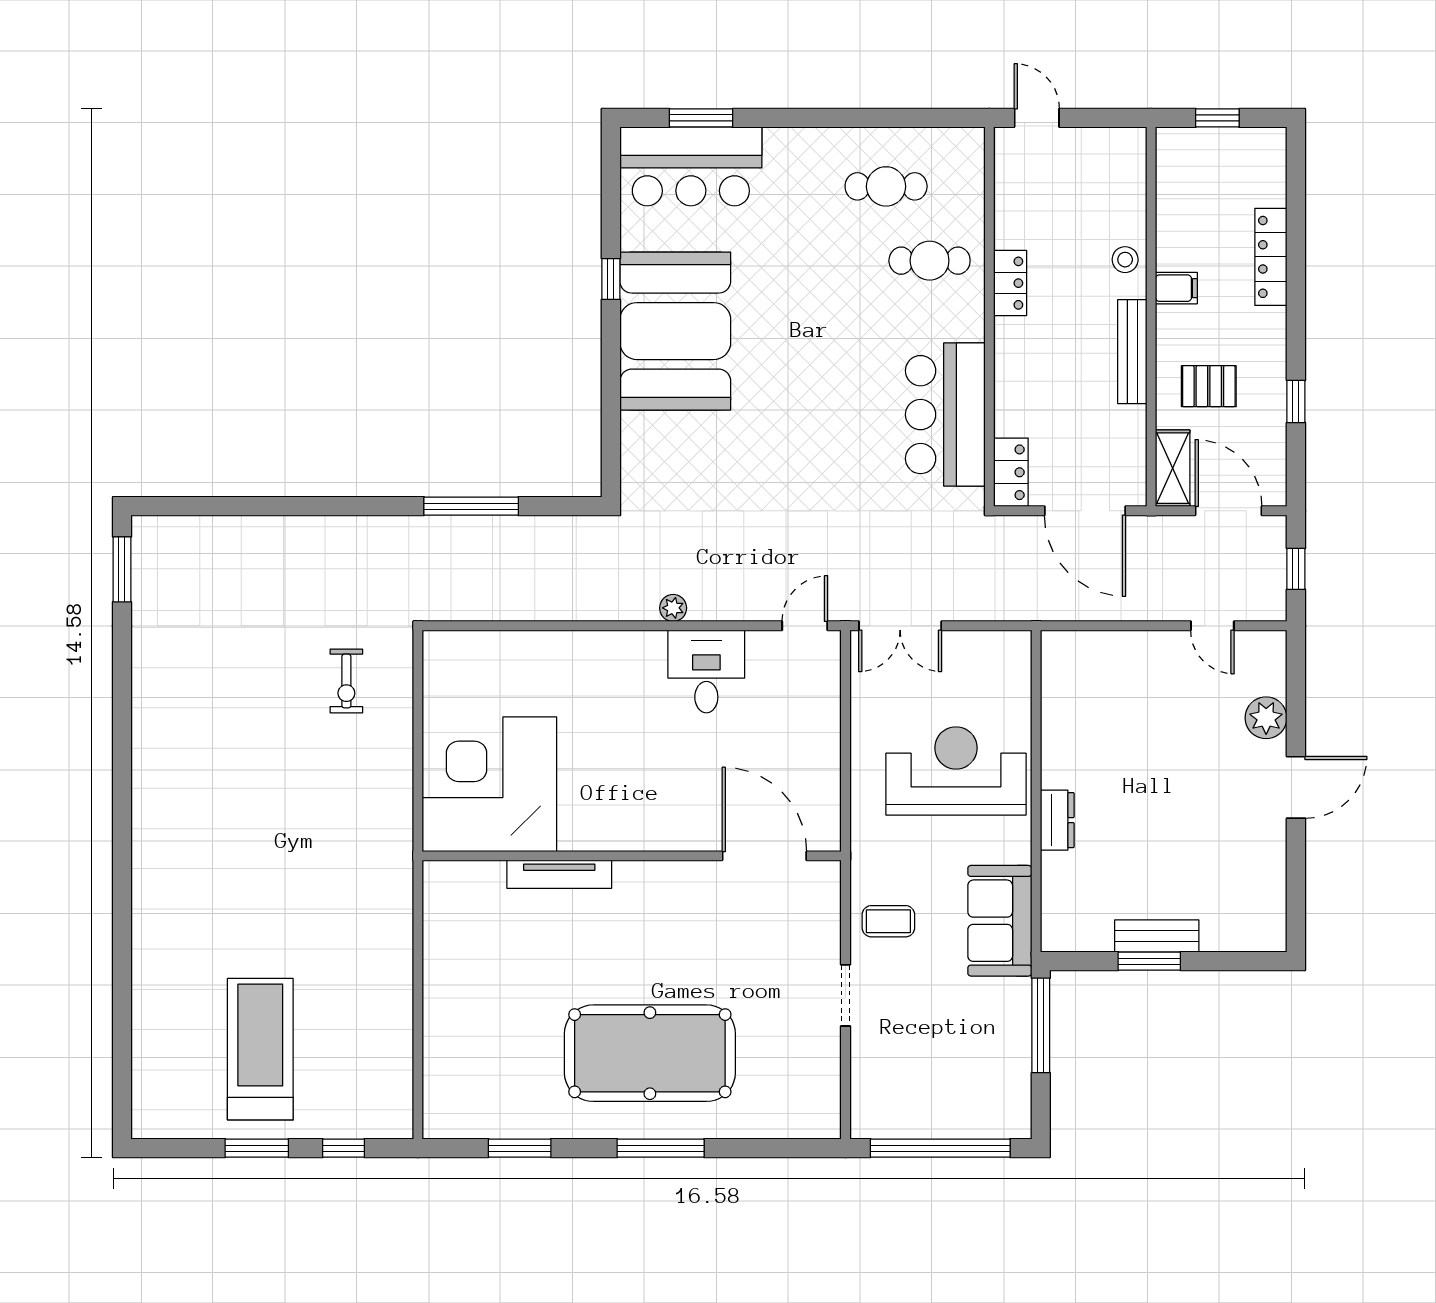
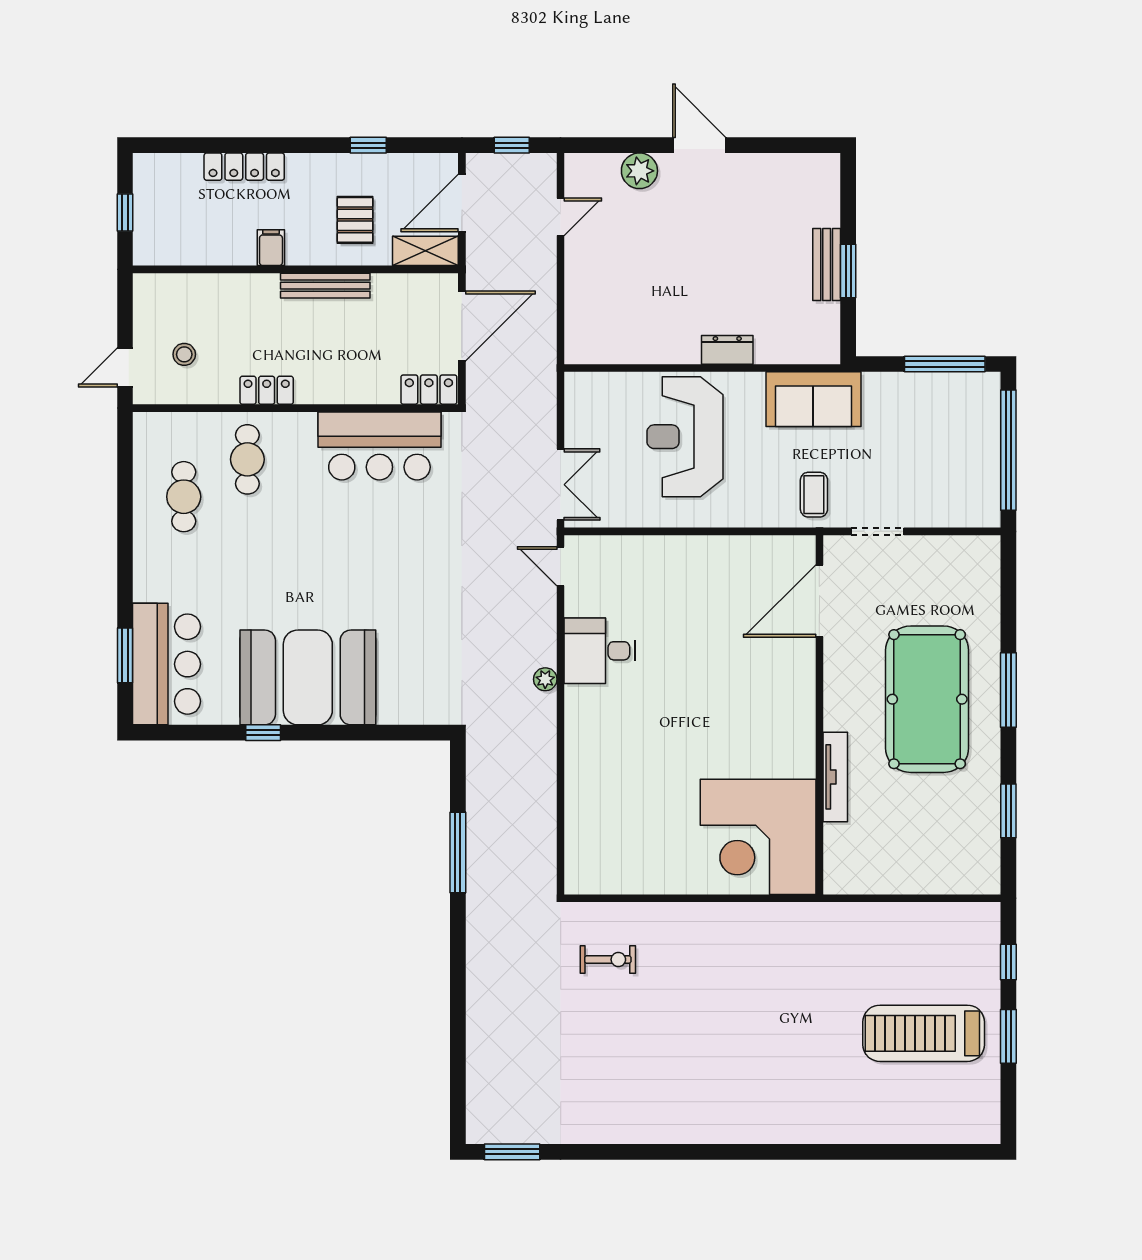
stool: (1125, 260) -> (184, 354), moved
corner desk: (489, 784) -> (758, 837), moved
wall: (632, 856) -> (819, 715), moved
door: (764, 856) -> (819, 601), moved
tv unit: (559, 874) -> (835, 777), moved
window: (1041, 1025) -> (945, 364), moved

